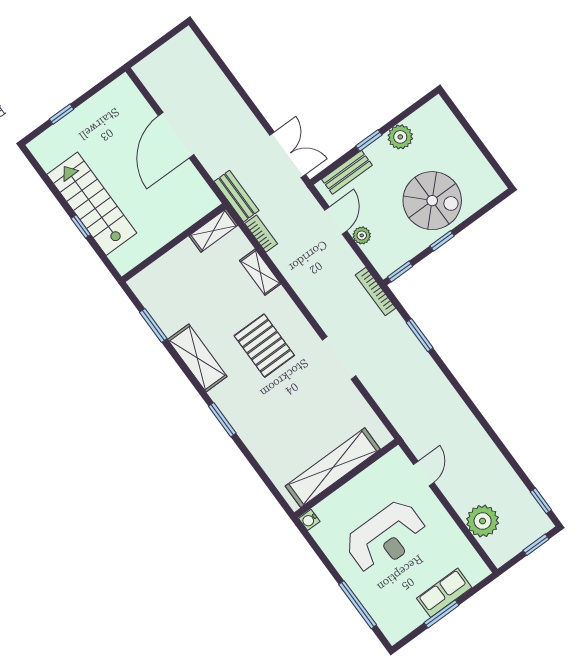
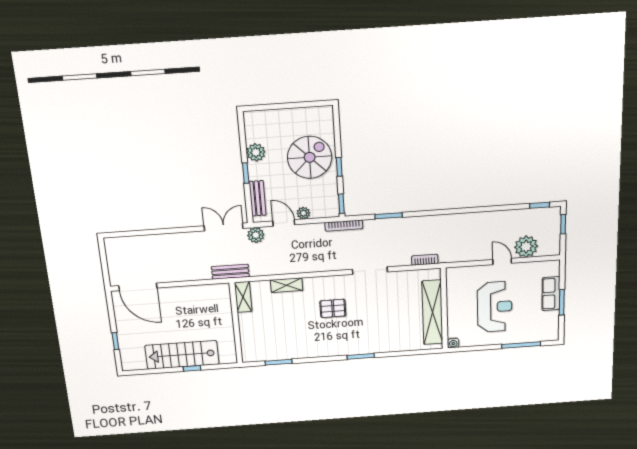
door: (176, 135) -> (138, 287), moved
plant: (301, 198) -> (256, 235), added
bookcase: (261, 234) -> (425, 260), moved
pallet: (264, 346) -> (333, 308), width x0.67, depth x0.71
shelving: (197, 358) -> (315, 349), removed
door: (424, 473) -> (502, 261), moved

